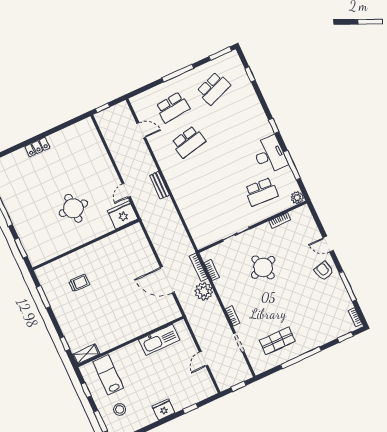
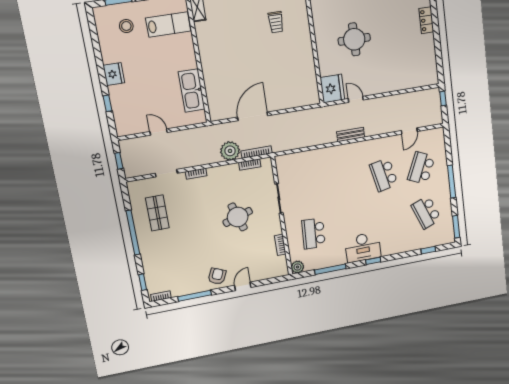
school desk: (173, 107) -> (421, 168), turned 30
desk: (270, 155) -> (363, 247), moved
armchair: (324, 271) -> (217, 276), turned -51

